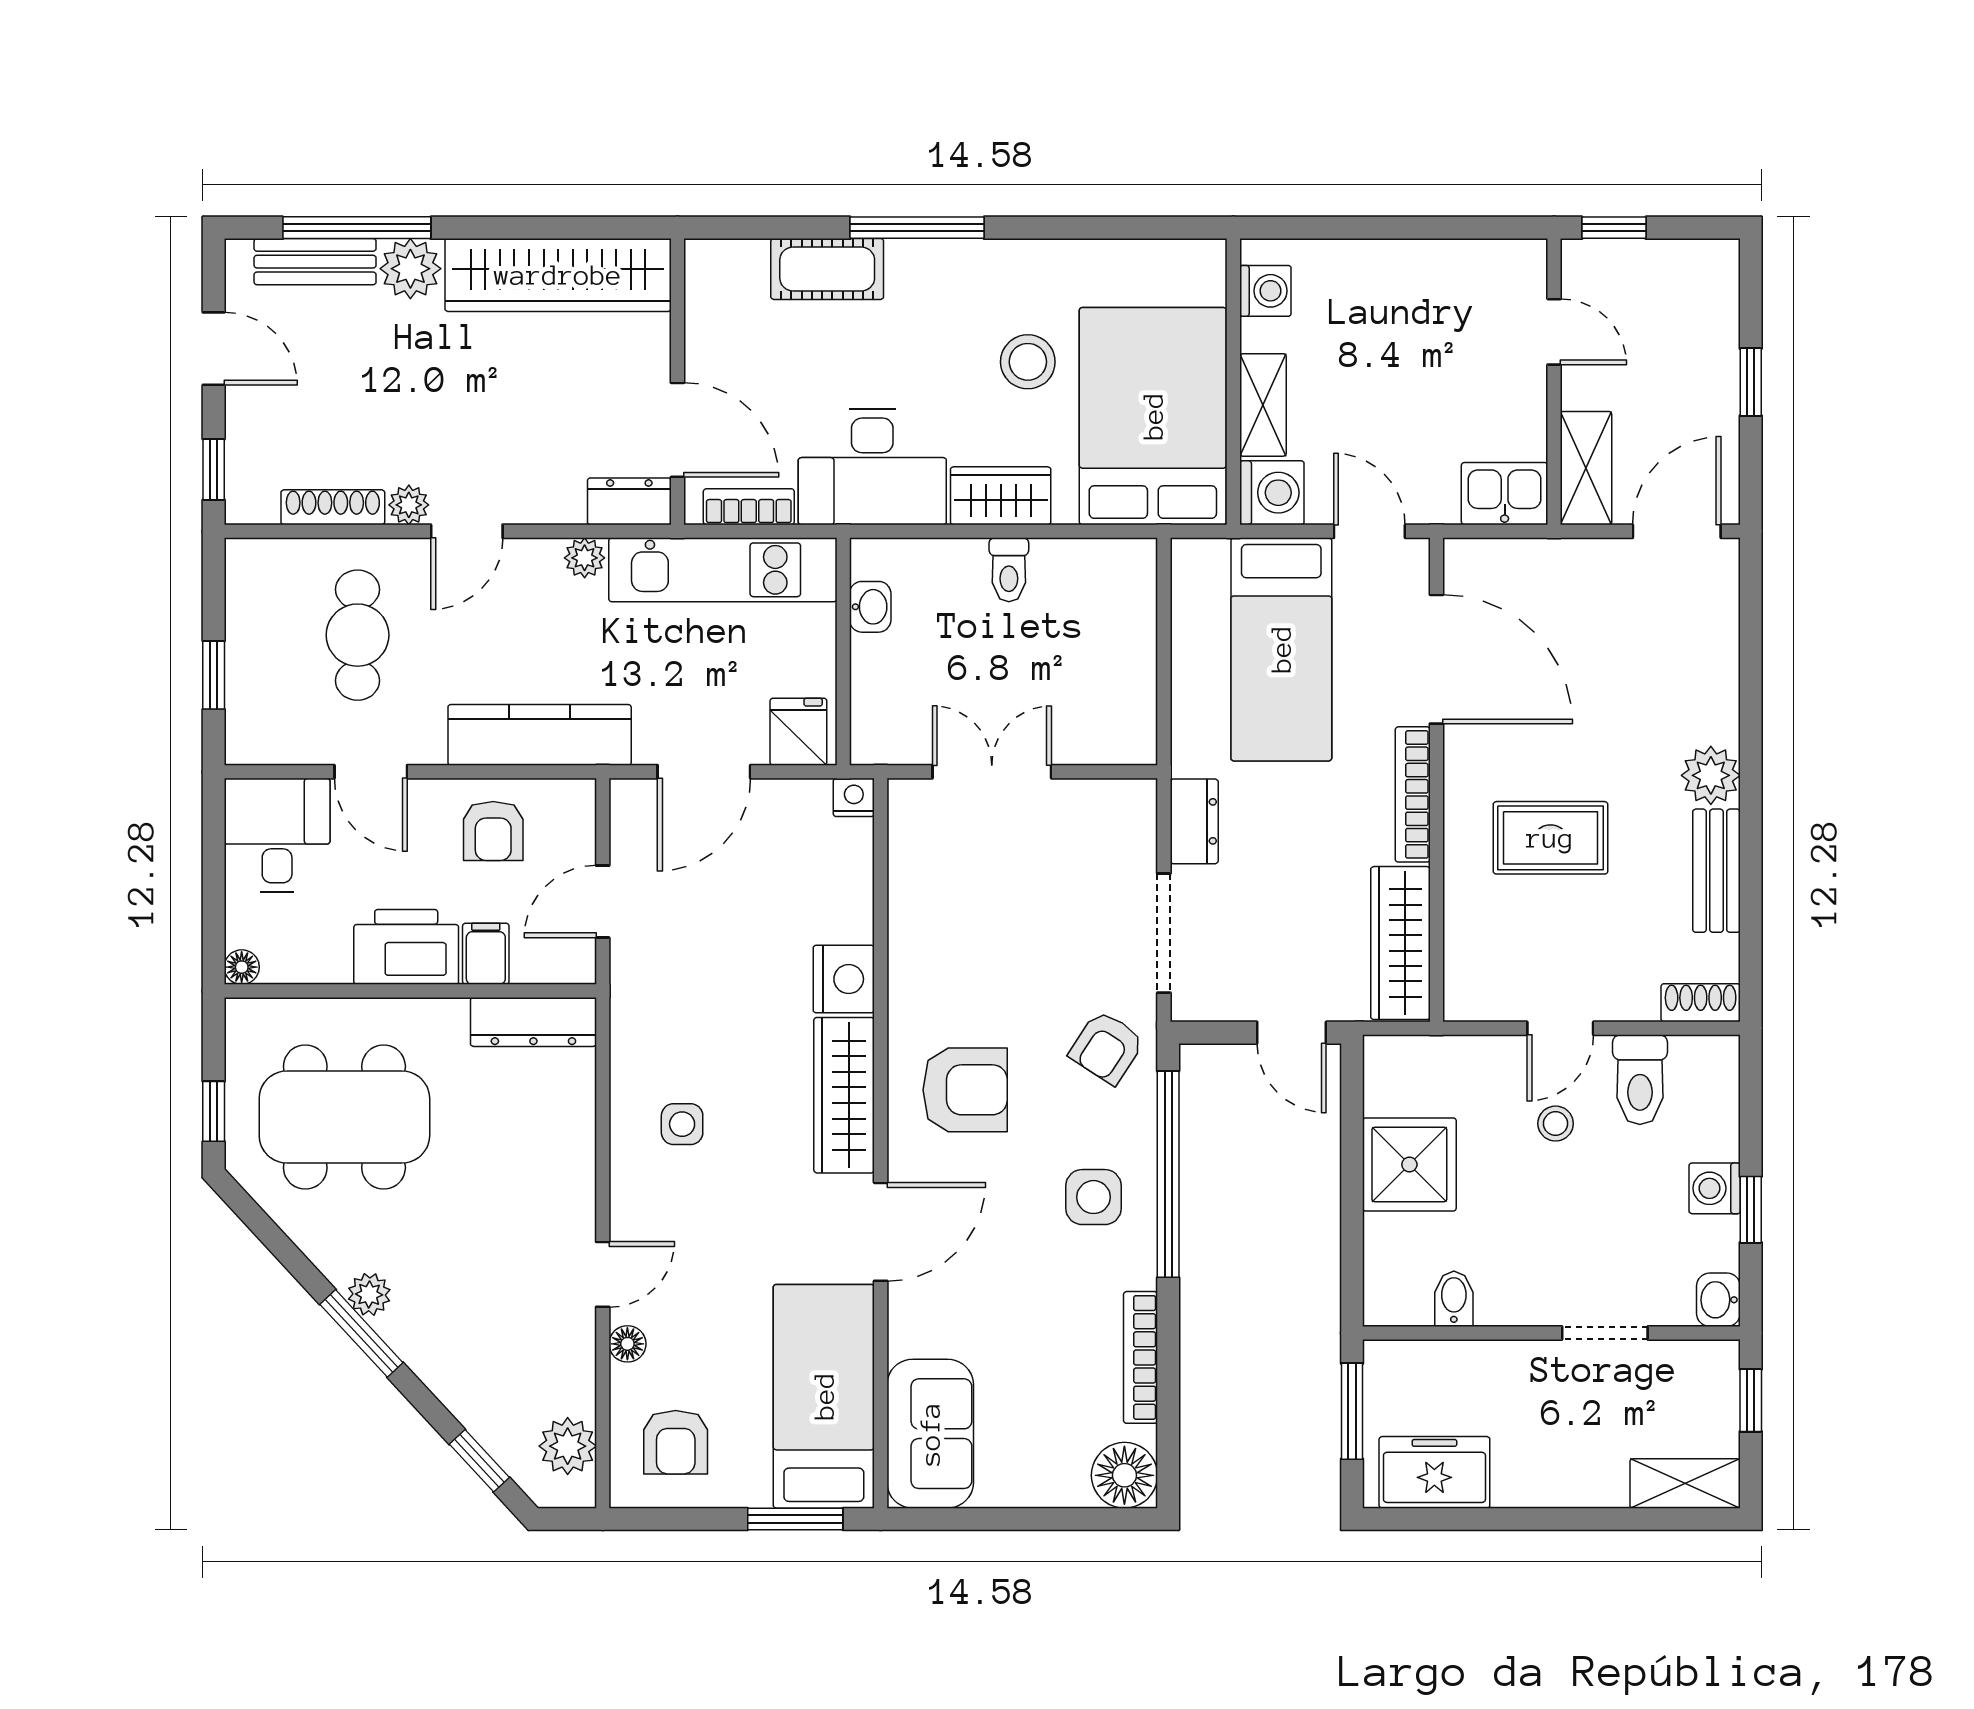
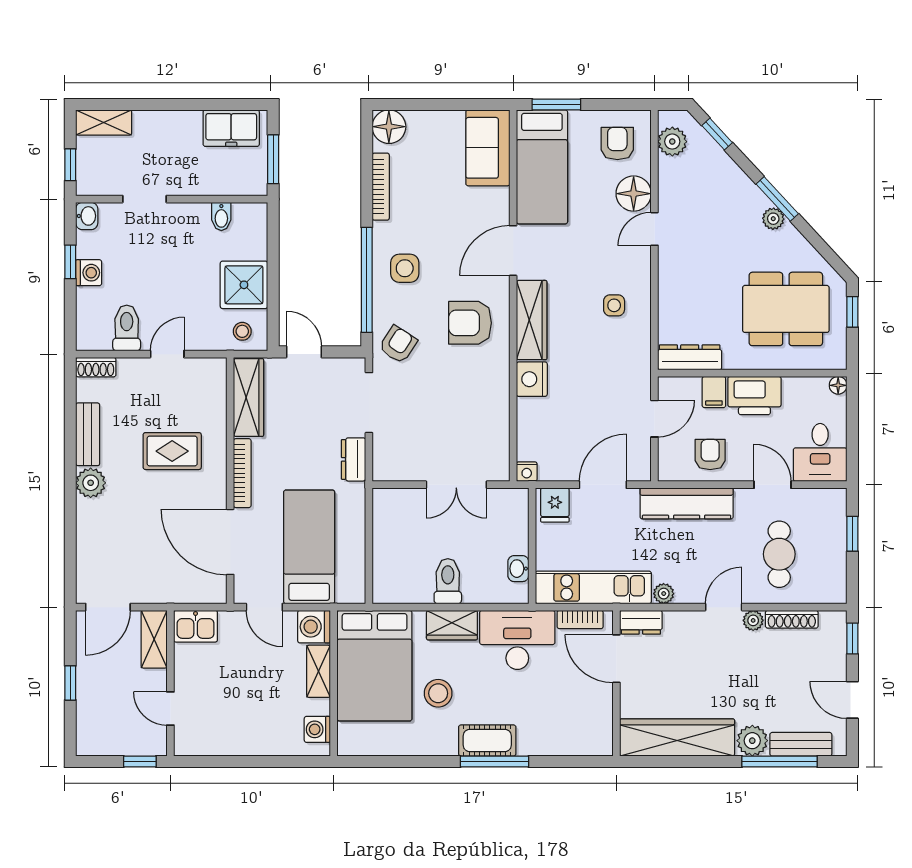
cot: (827, 269) -> (487, 740), moved
toilet: (1009, 570) -> (448, 581), width x1.37, depth x1.39
stool: (1556, 1124) -> (242, 331), moved
floor lamp: (627, 1344) -> (634, 194), width x1.89, depth x1.89

